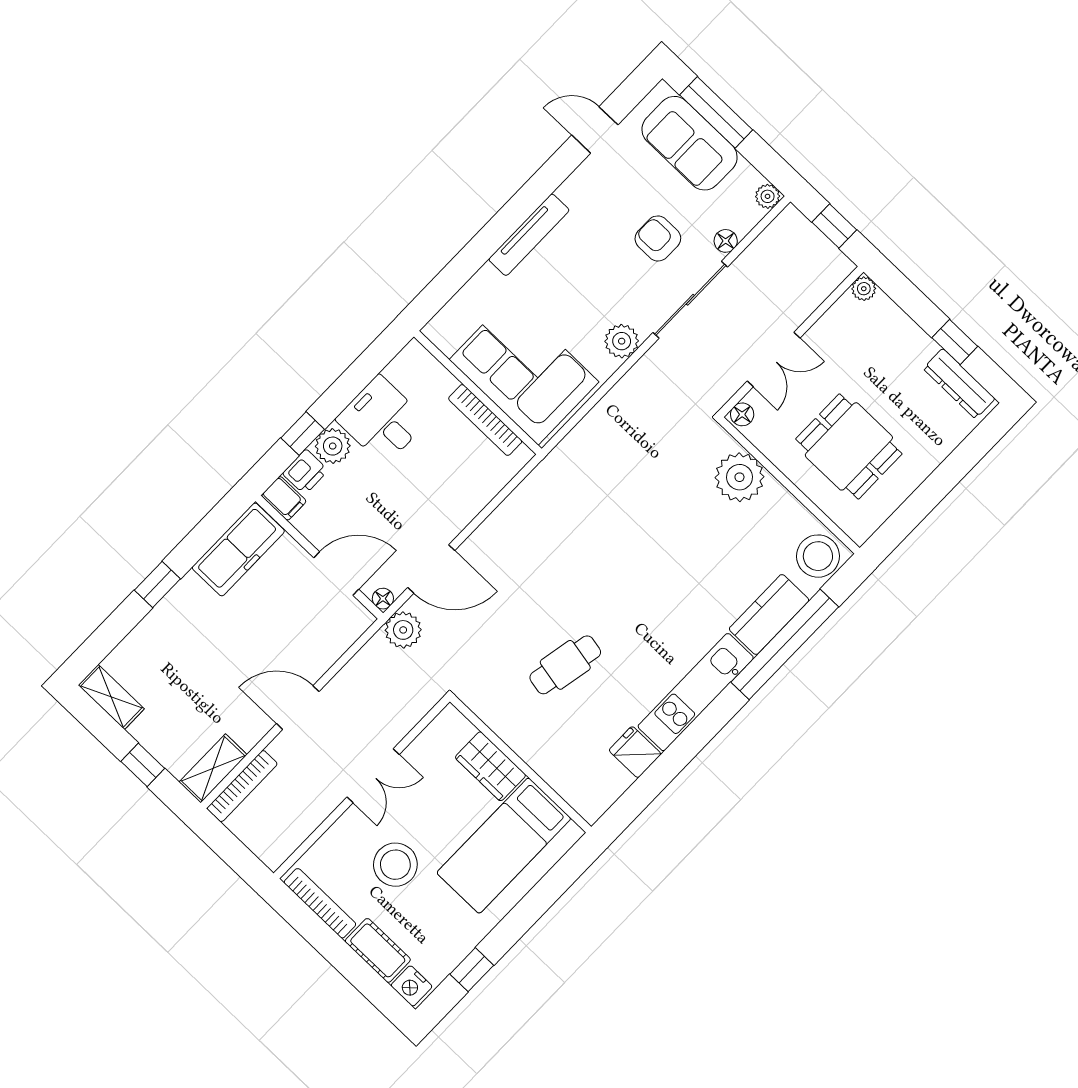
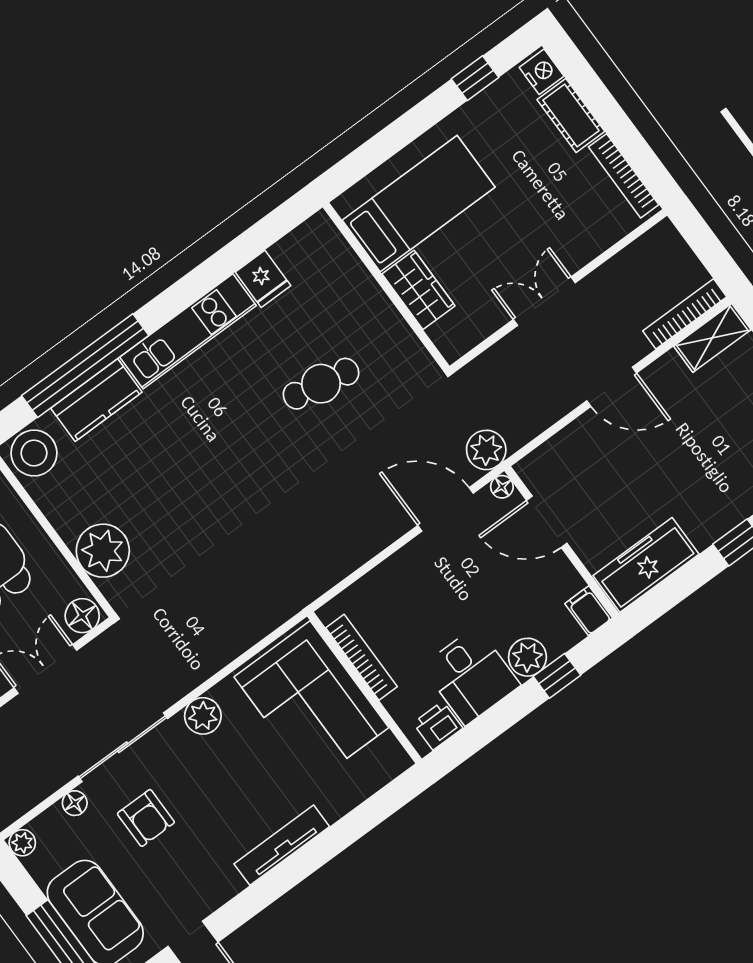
floor lamp: (742, 414) -> (82, 616), width x1.37, depth x1.37
printer: (305, 472) -> (438, 726), moved
stool: (395, 865) -> (537, 203), removed

